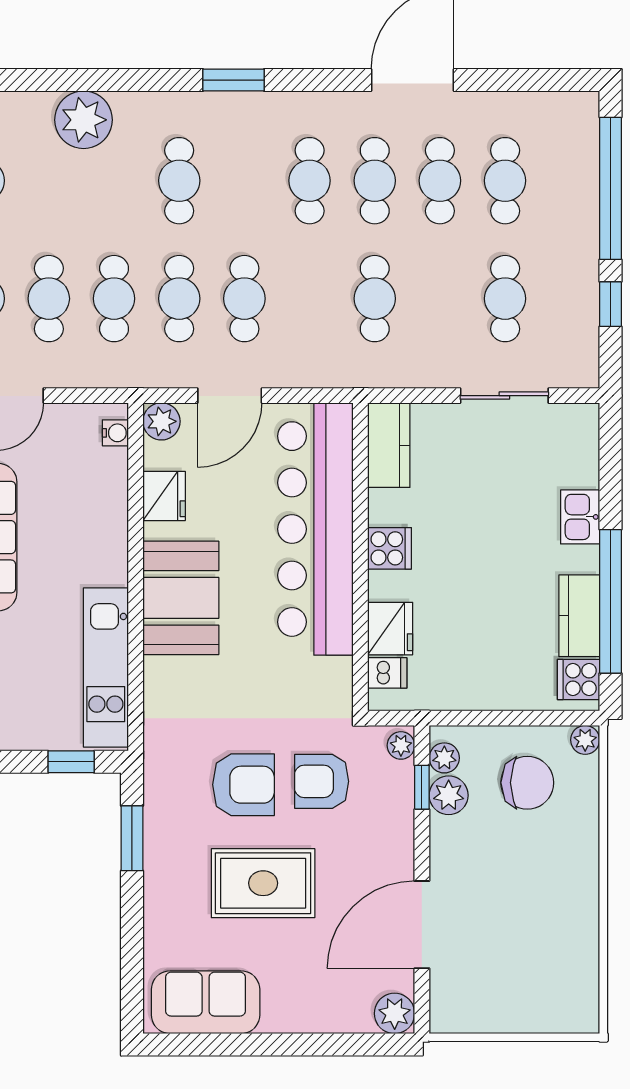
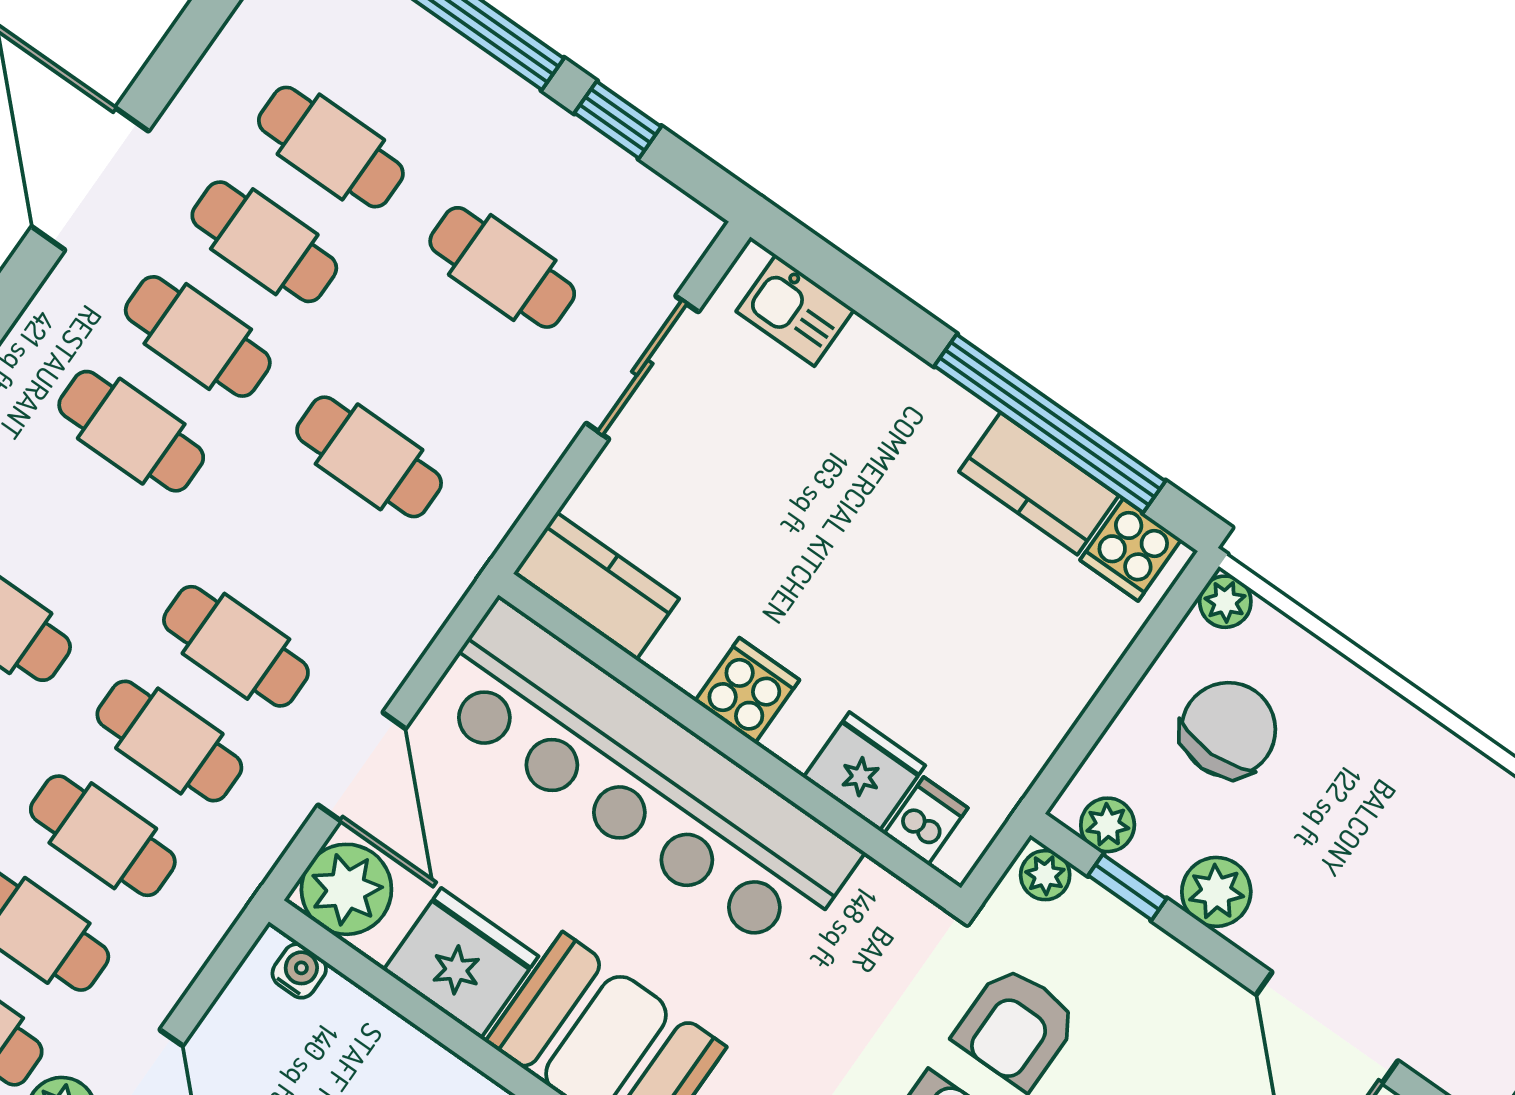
plant: (161, 421) -> (346, 889), width x1.36, depth x1.36
fridge: (164, 496) -> (461, 963), width x1.36, depth x1.34
kitchen sink: (580, 517) -> (795, 311), moved
plant: (449, 795) -> (1216, 892), moved

